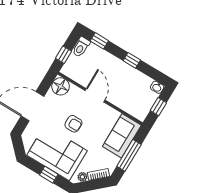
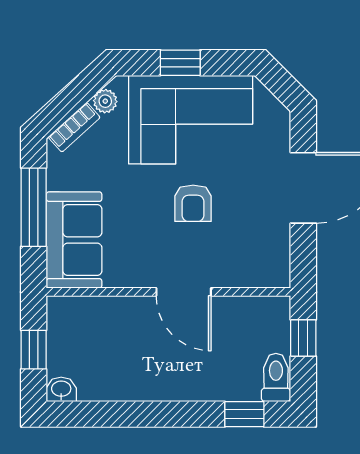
window: (132, 60) -> (150, 414), removed
floor lamp: (61, 86) -> (269, 266), removed
armchair: (73, 124) -> (193, 203), turned -90

